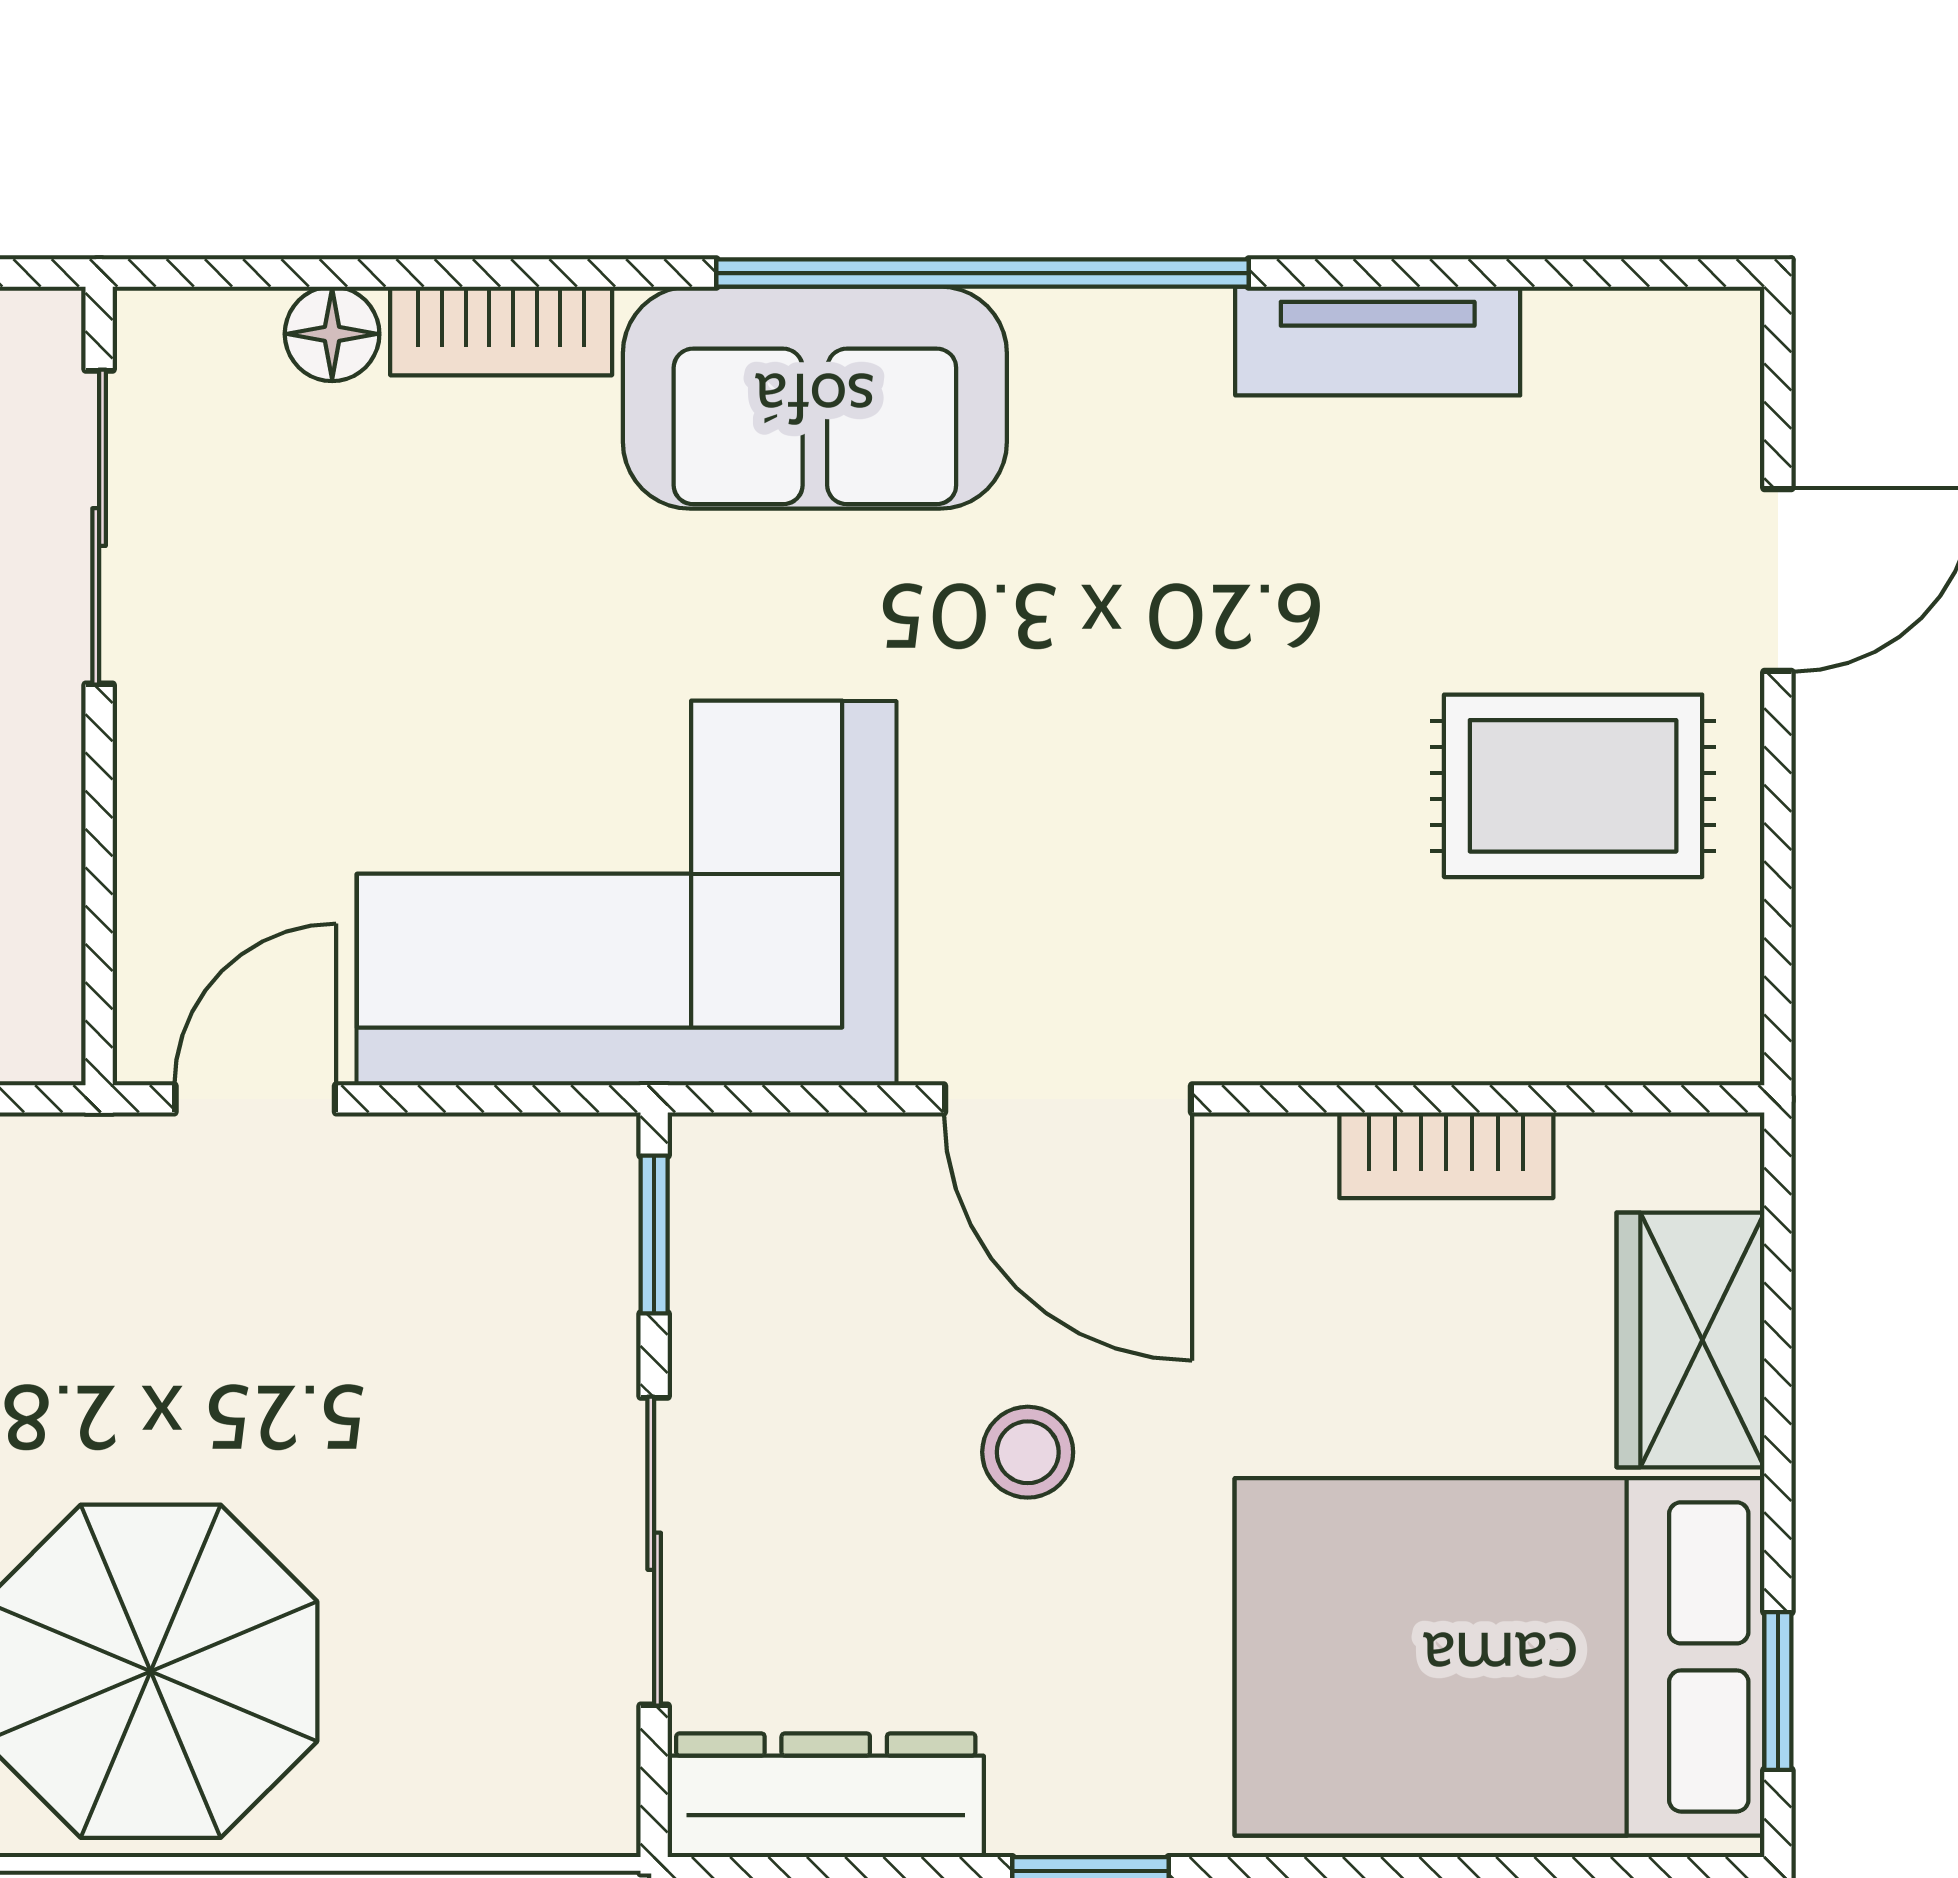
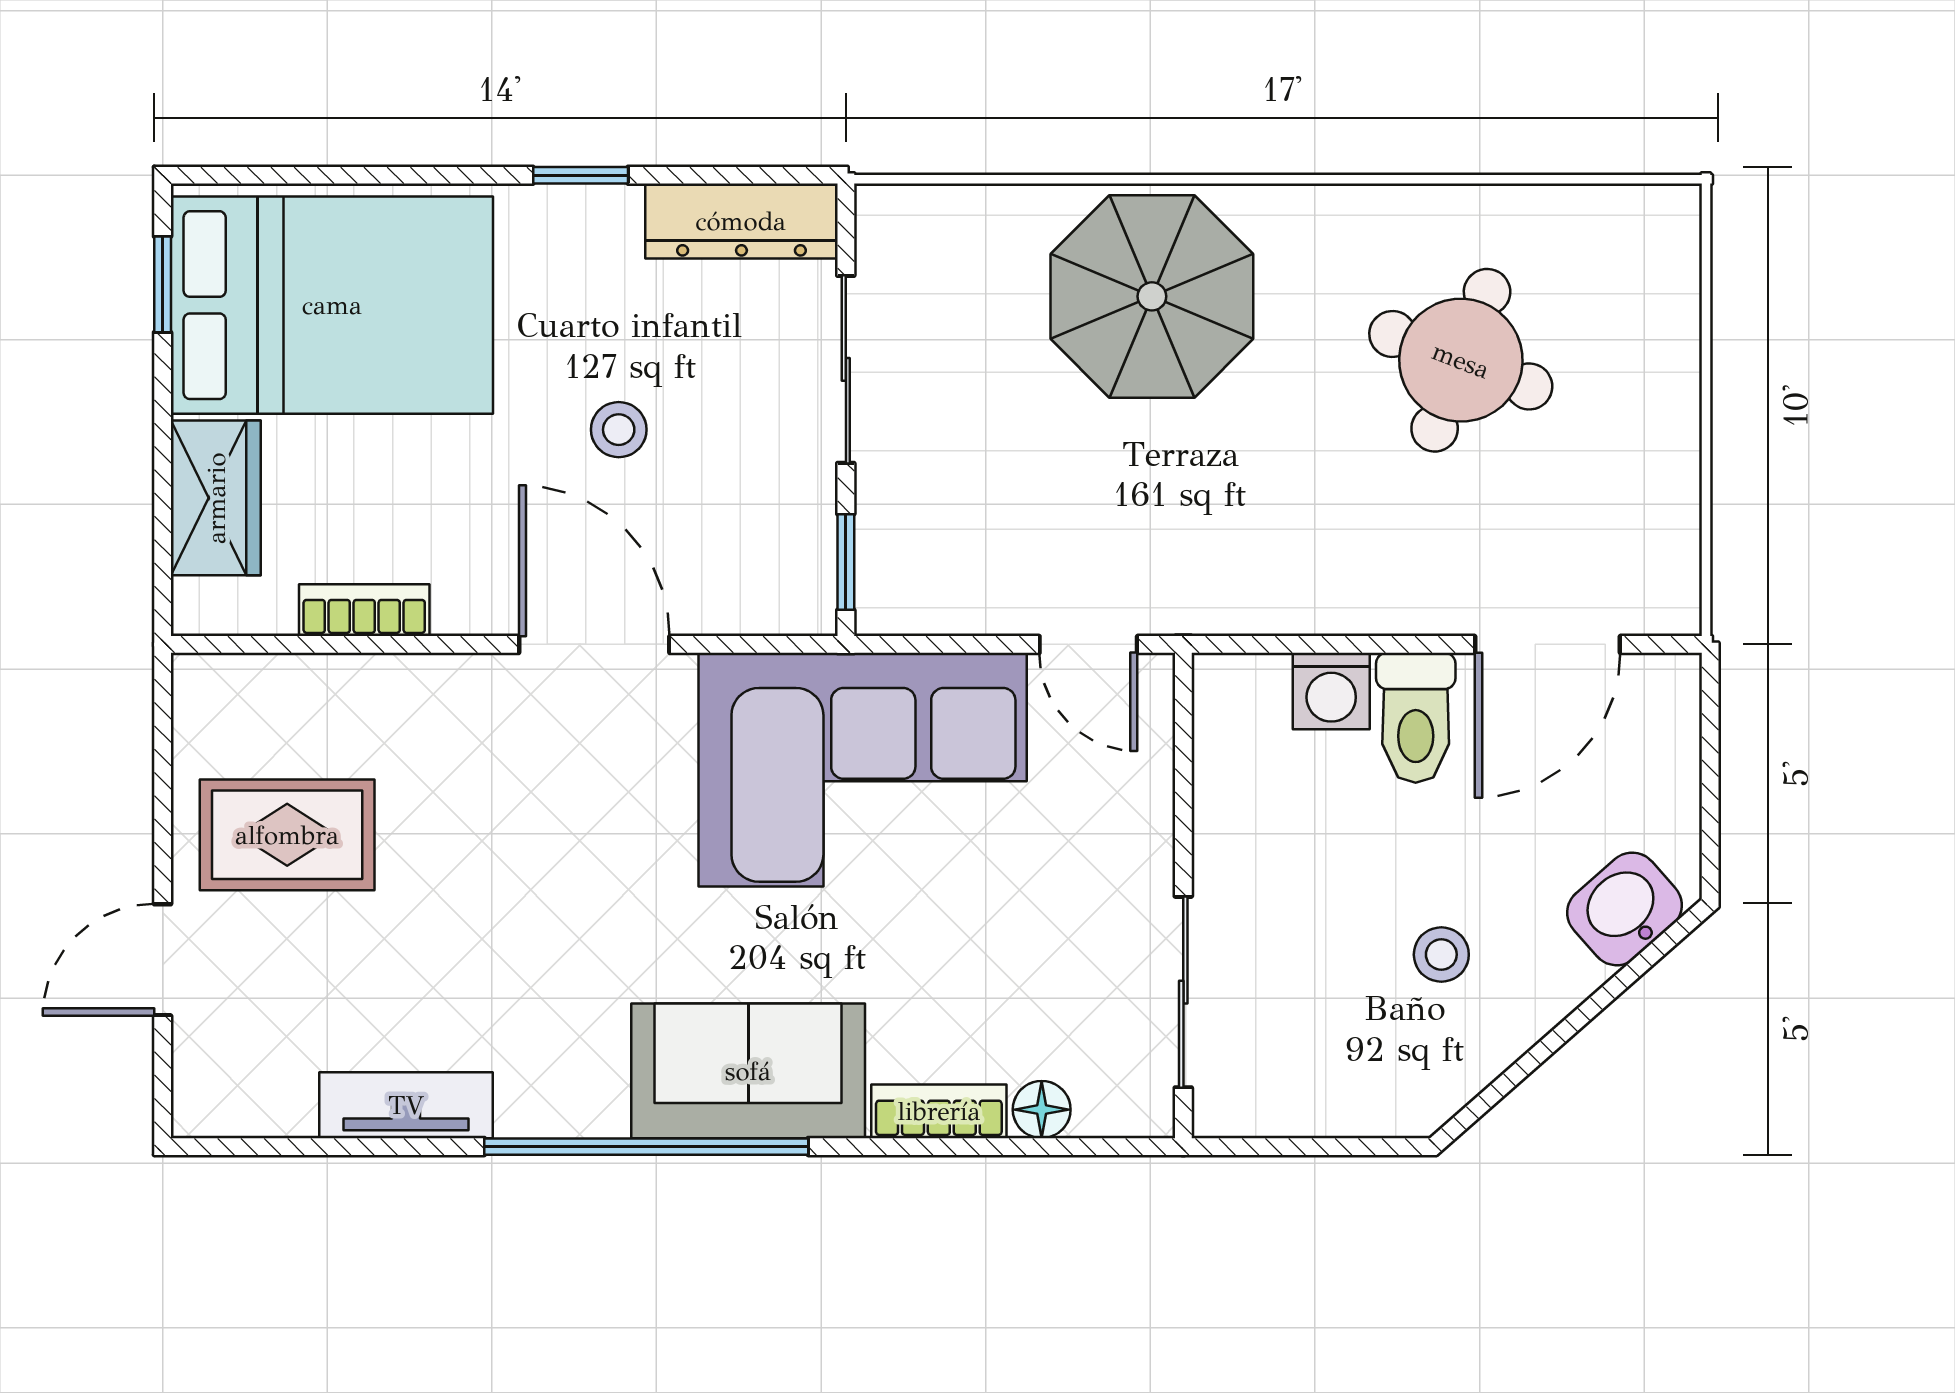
door: (255, 1099) -> (1088, 644), hinge flipped

